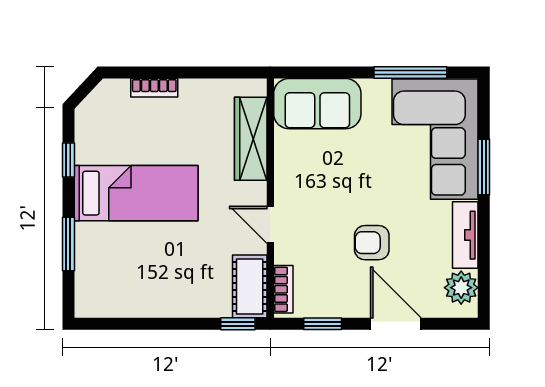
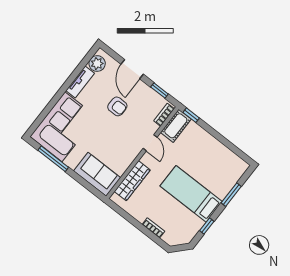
window: (484, 167) -> (53, 102), removed

